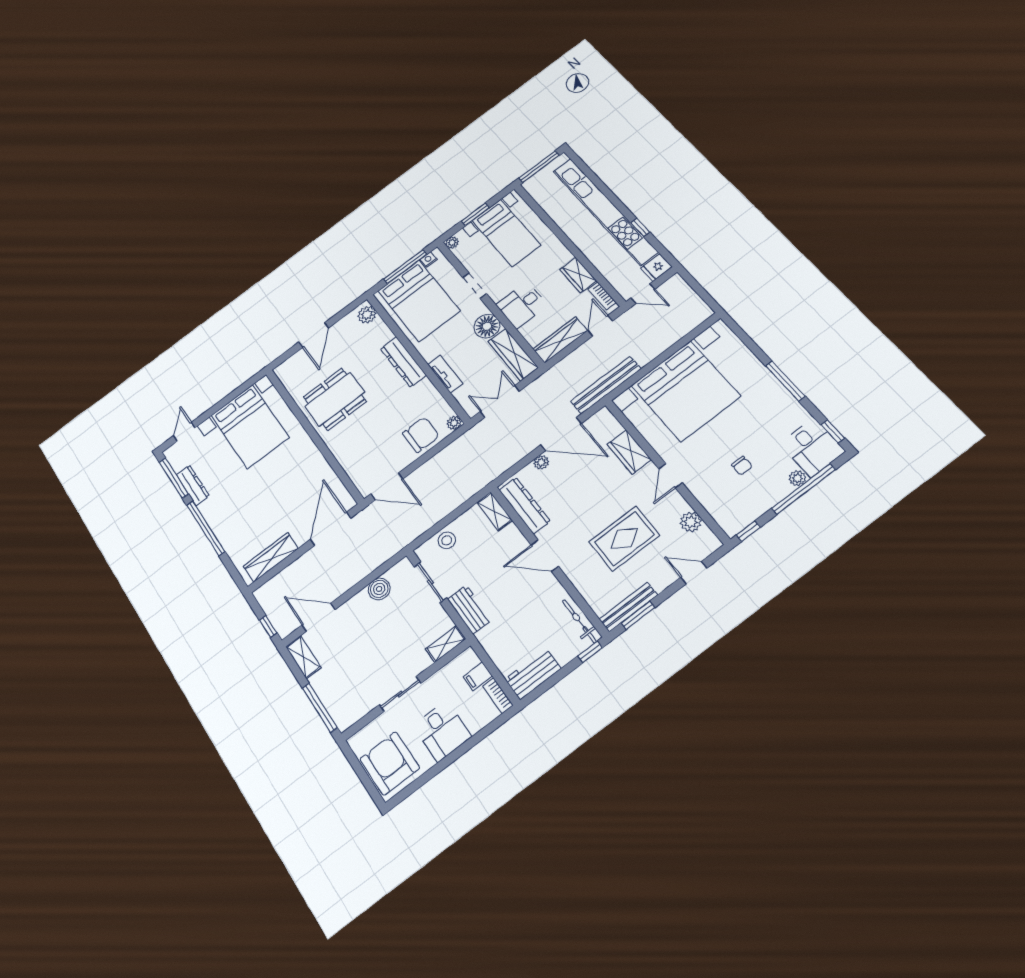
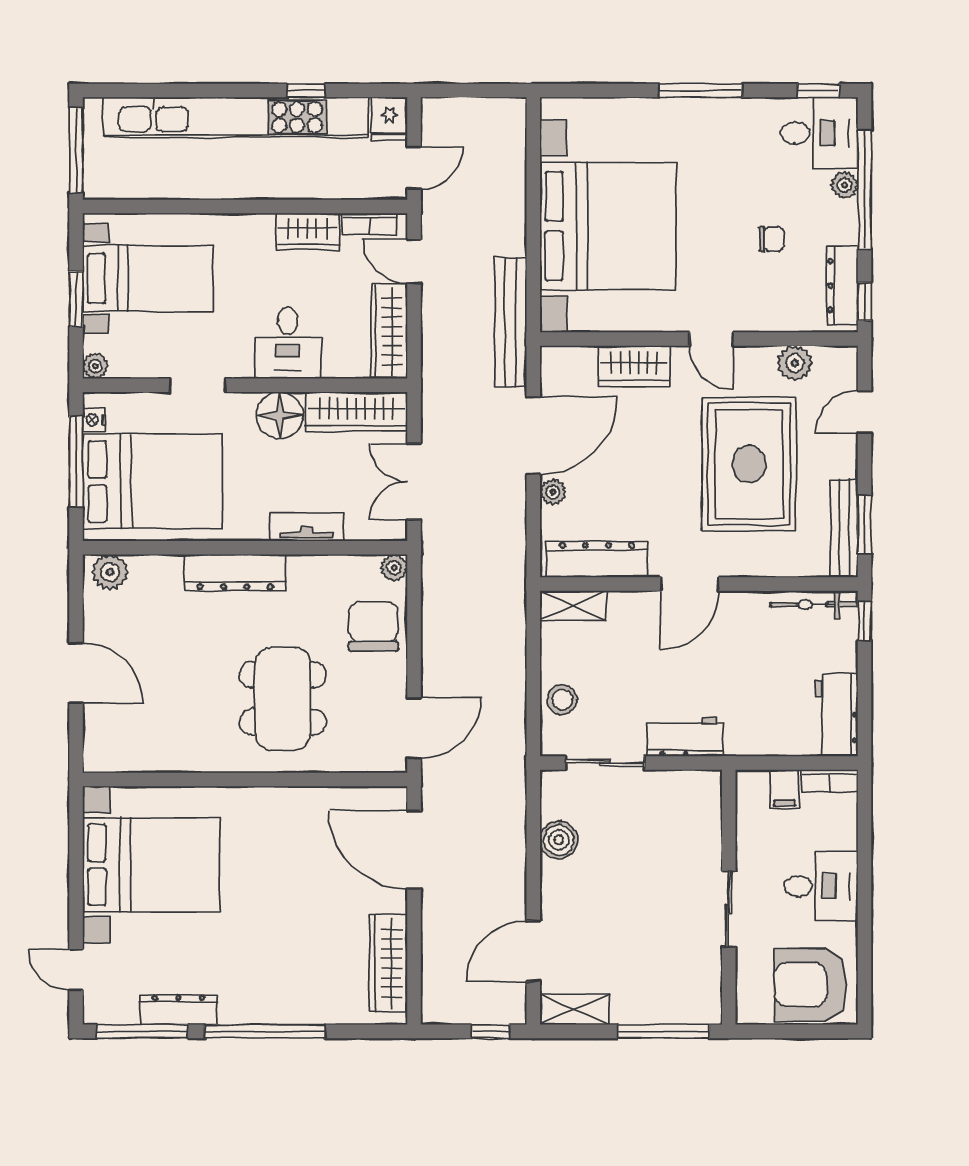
dining table: (335, 399) -> (283, 698), moved
dresser: (747, 515) -> (842, 285), added
rug: (624, 538) -> (749, 464), width x1.37, depth x1.44
shelving: (446, 644) -> (708, 802), removed

